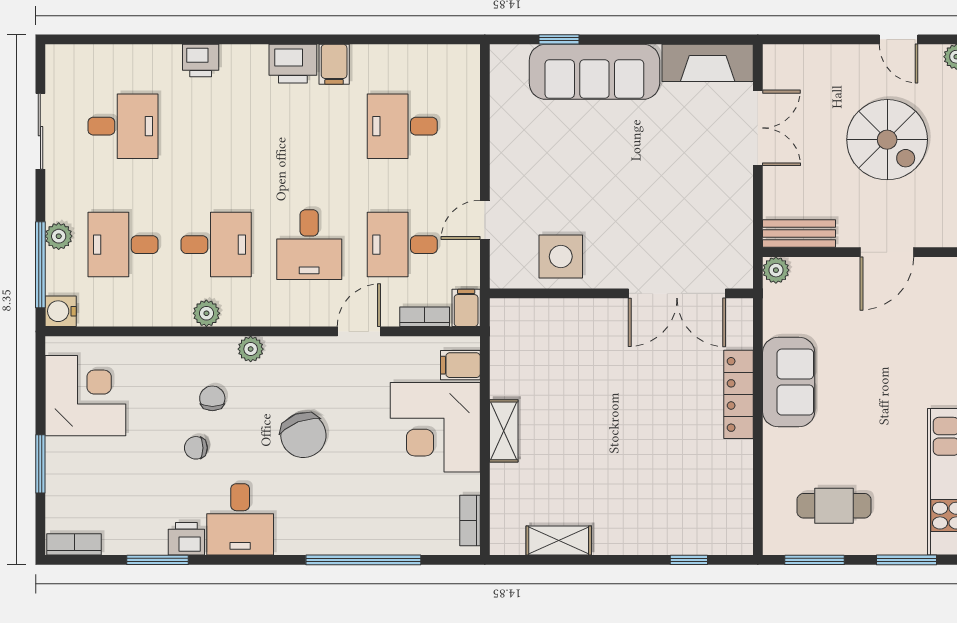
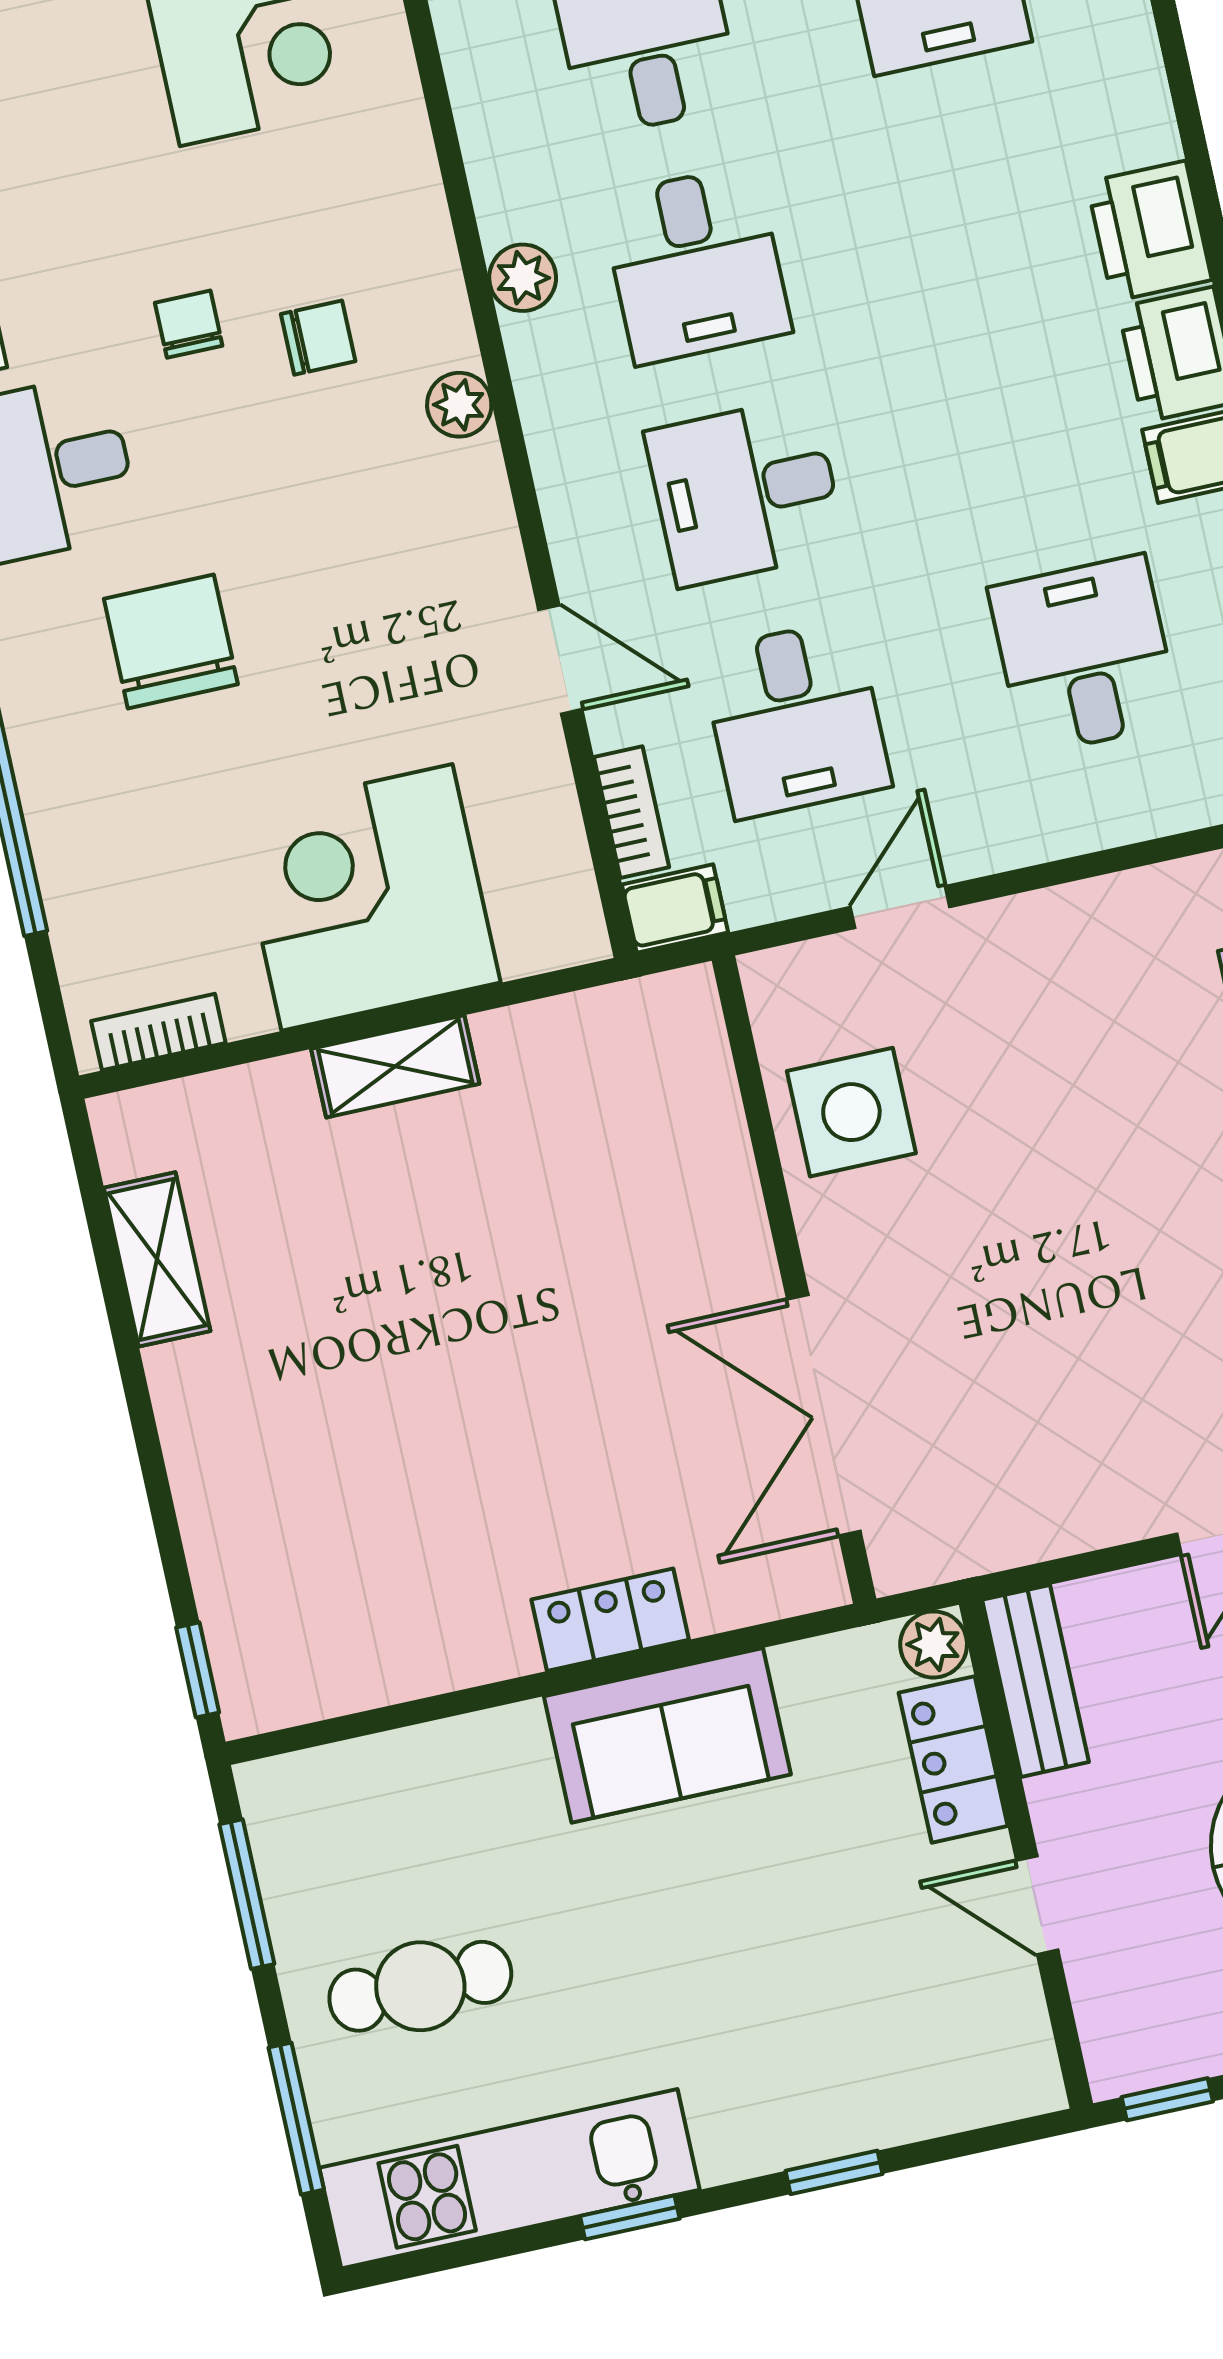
printer: (201, 60) -> (1149, 231), moved, width x1.36, depth x1.24
door: (485, 220) -> (900, 907), hinge flipped
desk: (402, 245) -> (795, 719), turned 180
door: (887, 252) -> (1037, 1905), width x0.73
locker: (823, 272) -> (953, 1759), added
filing cabinet: (460, 365) -> (532, 925), removed
locker: (738, 394) -> (610, 1620), width x0.66
chair: (303, 435) -> (171, 641), moved, turned 111
cafe table: (834, 506) -> (420, 1986), moved, turned 90
window: (689, 560) -> (198, 1670), moved

